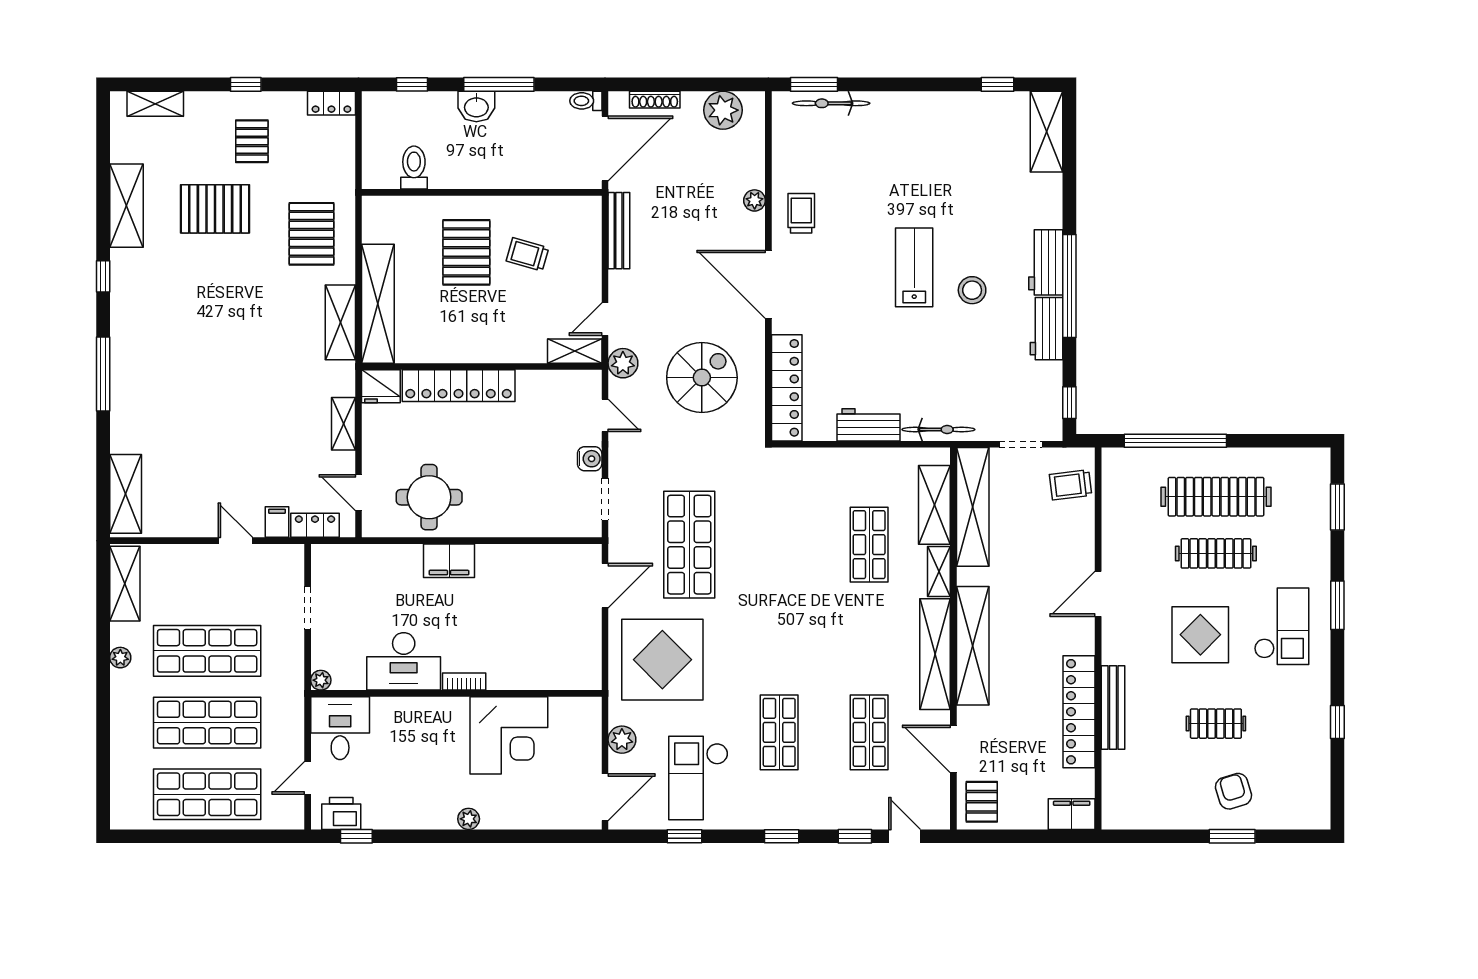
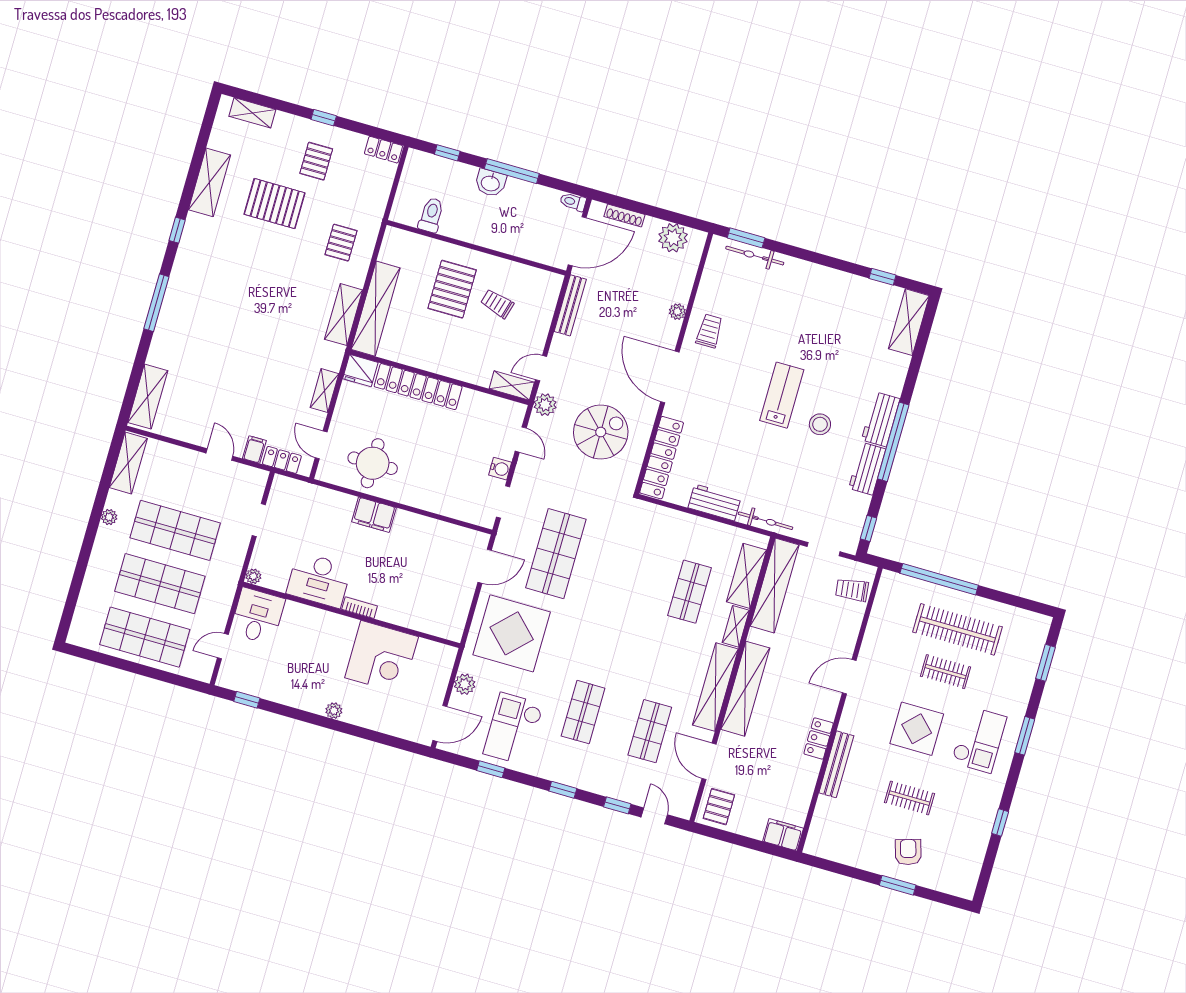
pallet: (312, 234) -> (341, 243), width x0.67, depth x0.71
clothes rail: (1216, 553) -> (945, 672), width x0.73
locker: (1079, 712) -> (819, 738), width x0.46, depth x0.83
printer: (341, 814) -> (240, 680), removed

